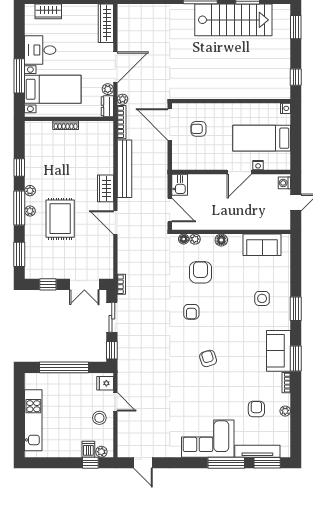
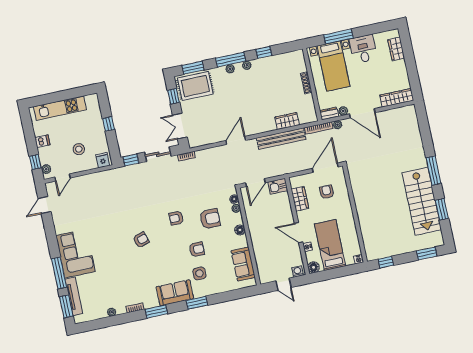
wardrobe: (200, 162) -> (300, 199), added
floor lamp: (284, 163) -> (314, 267), added
wardrobe: (105, 188) -> (287, 121), moved
rug: (60, 219) -> (195, 86), moved
sofa: (278, 351) -> (175, 293), moved
window: (64, 367) -> (108, 124), width x0.32
door: (115, 402) -> (63, 178), moved
armchair: (256, 409) -> (197, 249), moved
stool: (99, 418) -> (79, 149), moved
dishwasher: (88, 449) -> (42, 141), moved

